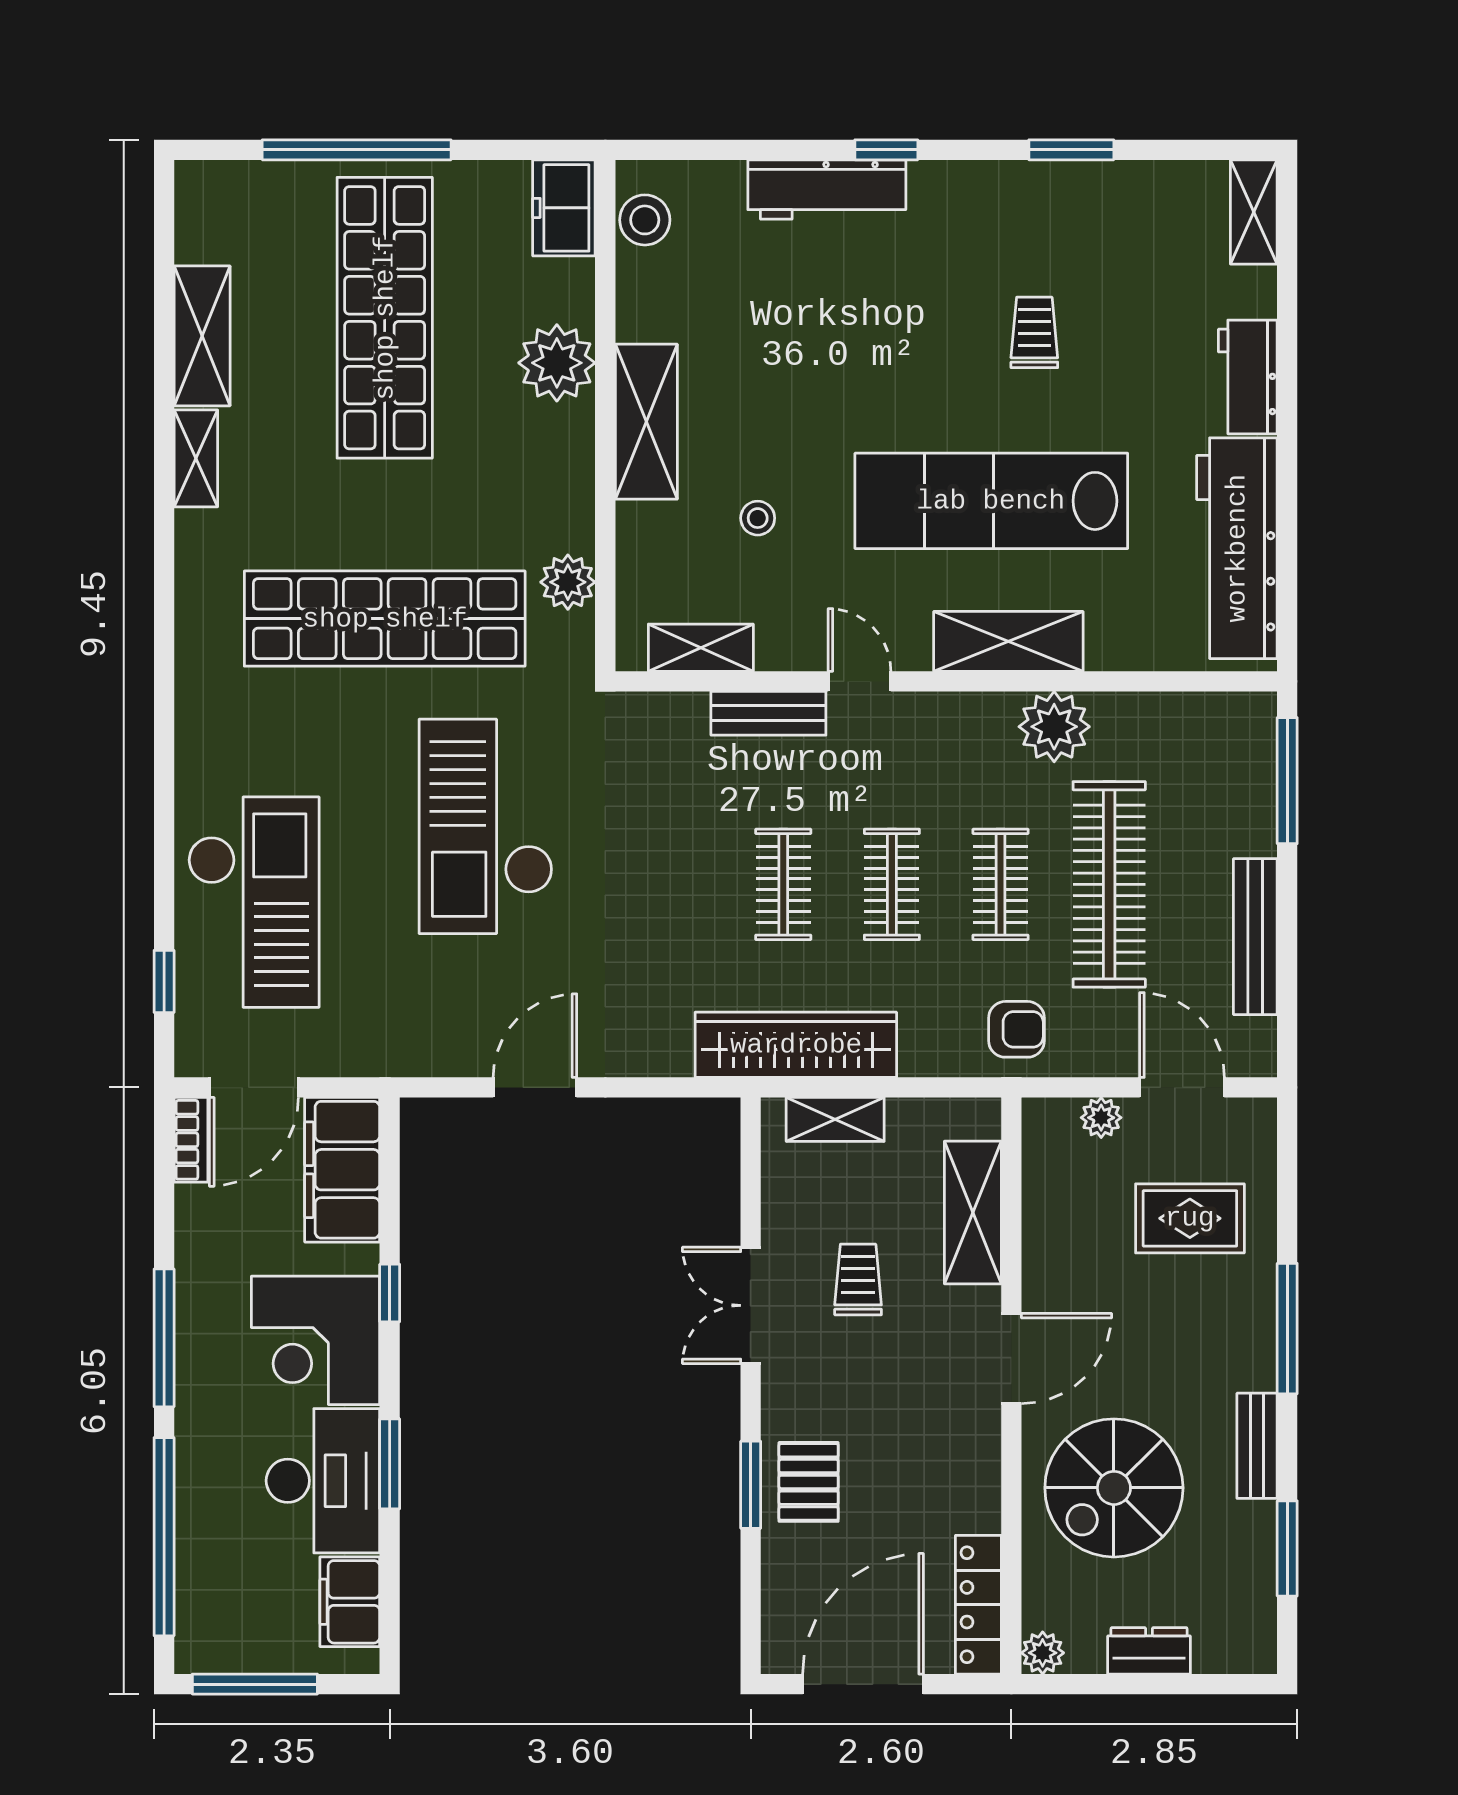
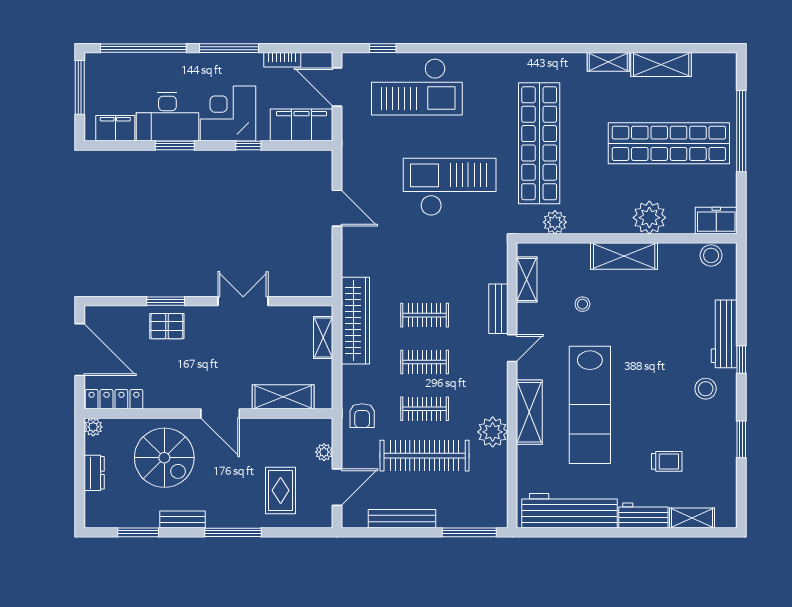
shelving: (1254, 212) -> (692, 518), moved
stool: (954, 233) -> (706, 389), added
trolley: (1034, 332) -> (667, 461), moved
lab bench: (991, 501) -> (590, 405), turned 180
bookcase: (191, 1140) -> (282, 60), moved
trolley: (858, 1279) -> (254, 347), removed
spiral stairs: (1114, 1488) -> (164, 458), turned 180

